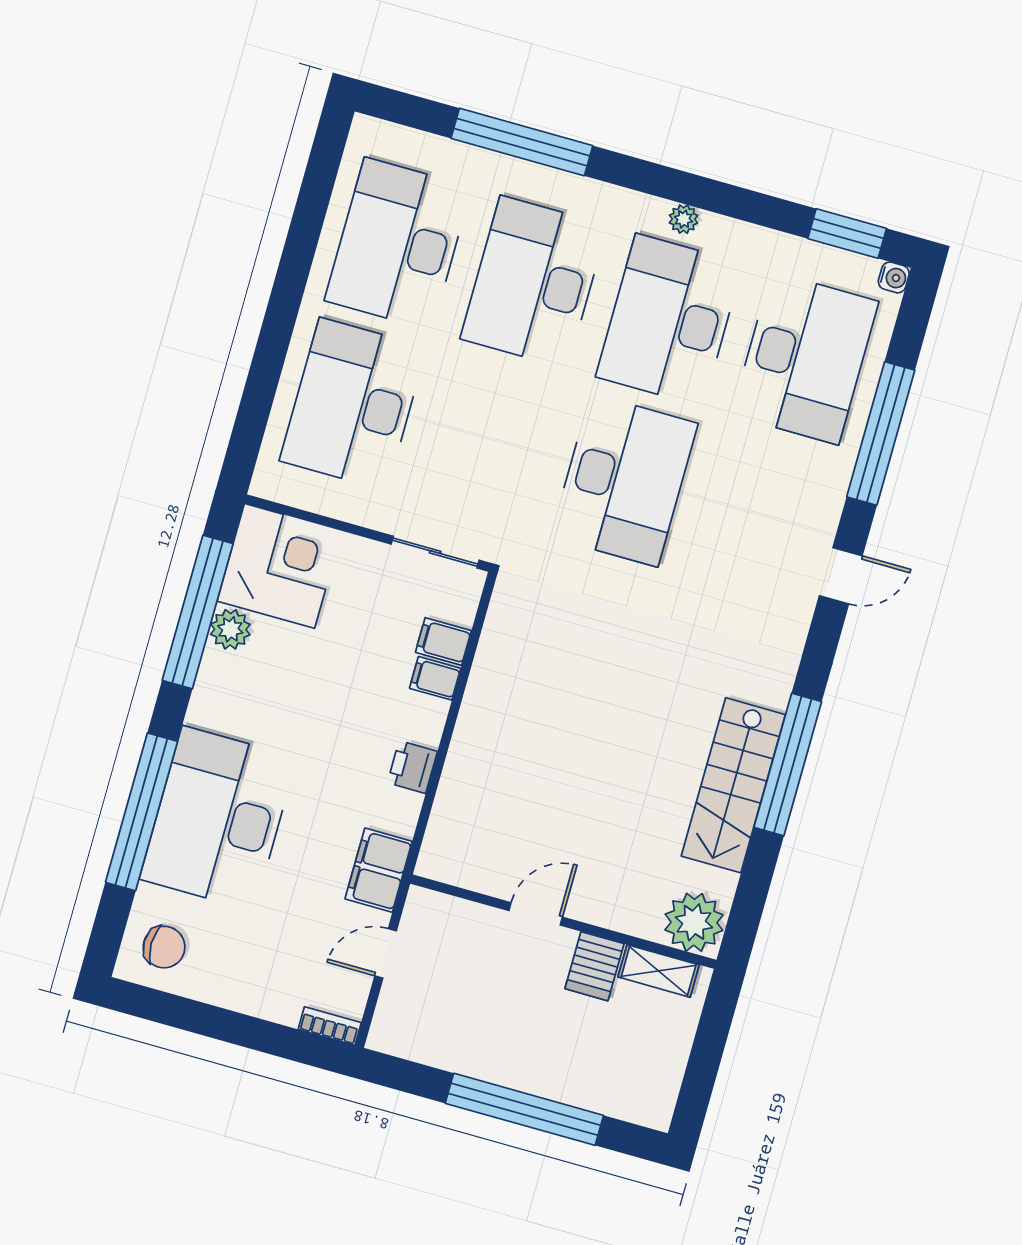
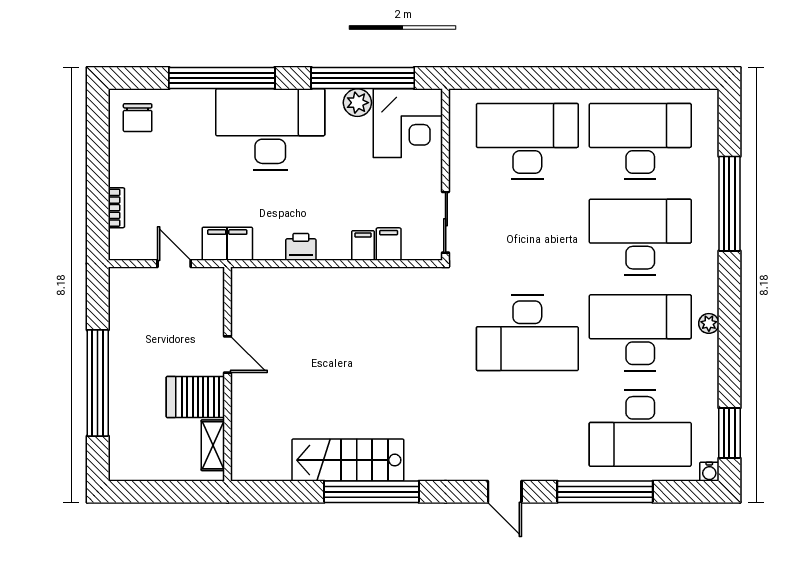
desk: (218, 818) -> (270, 129), moved
plant: (694, 922) -> (251, 459), removed
server rack: (594, 966) -> (195, 397), width x1.36, depth x1.44
bookcase: (330, 1026) -> (116, 208), moved

